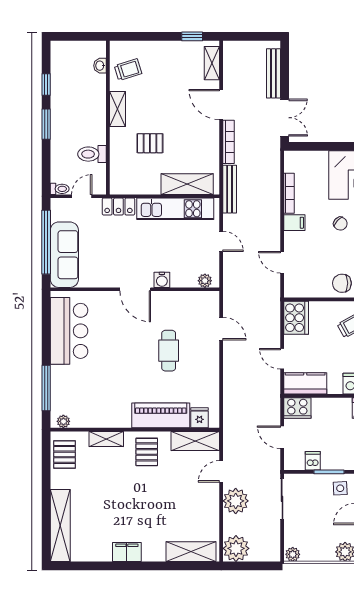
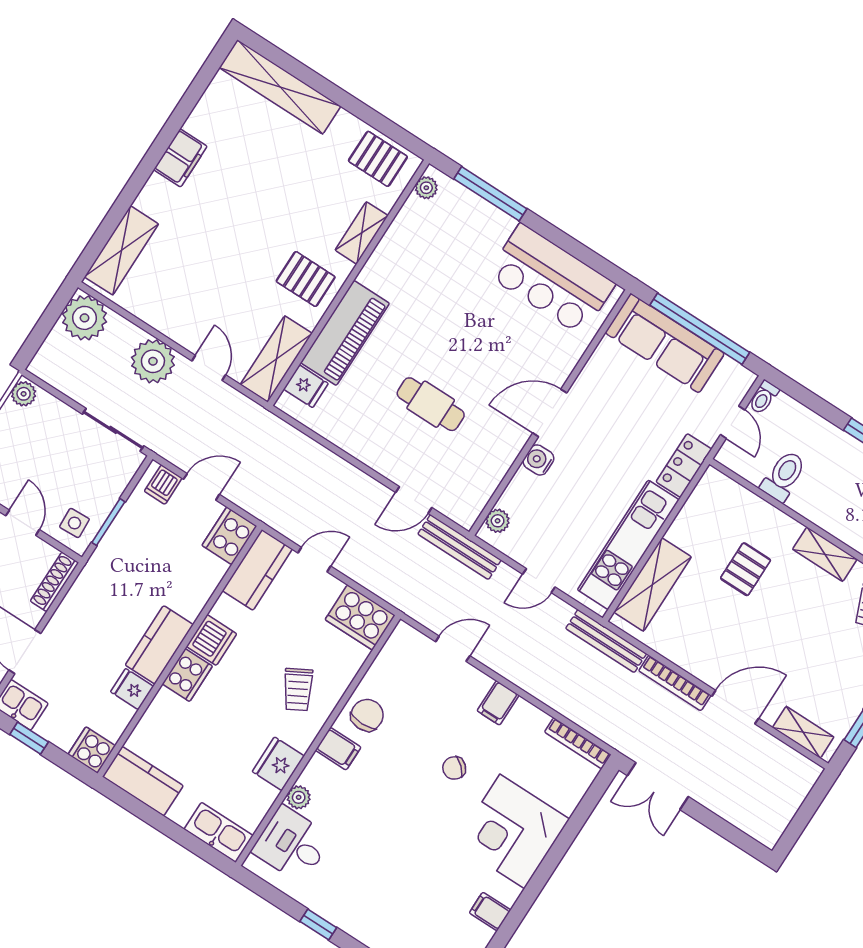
bench: (273, 73) -> (459, 547), moved
bookcase: (289, 193) -> (578, 743), moved
dishwasher: (313, 461) -> (163, 485), moved, turned 90

